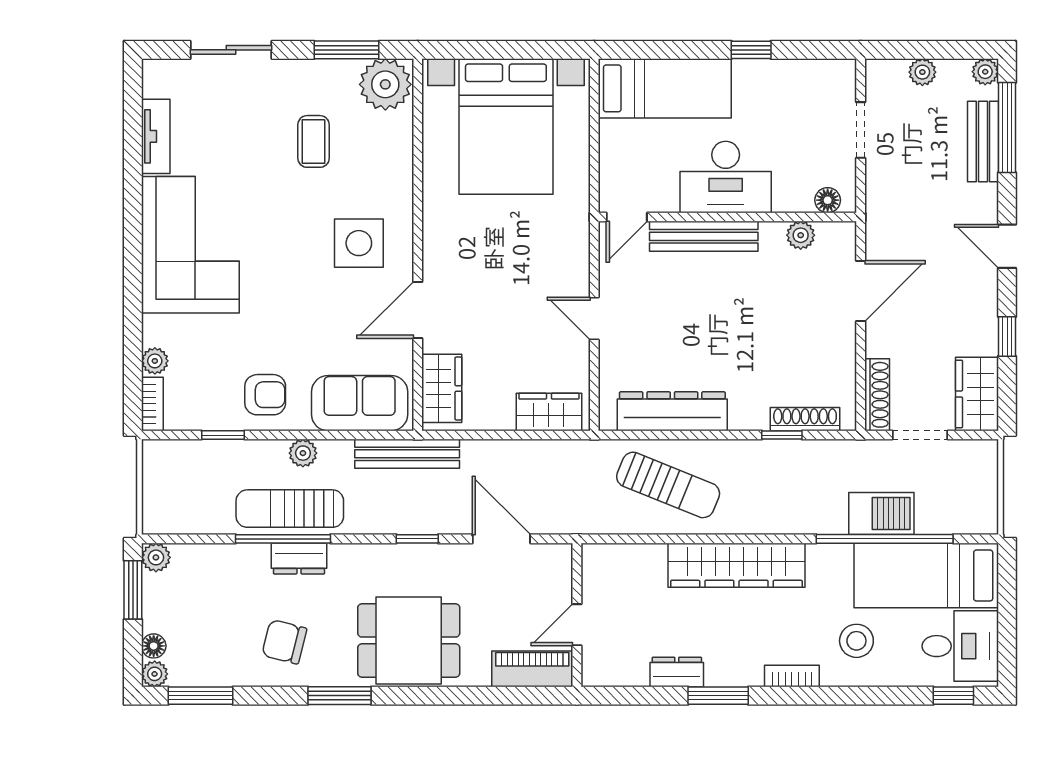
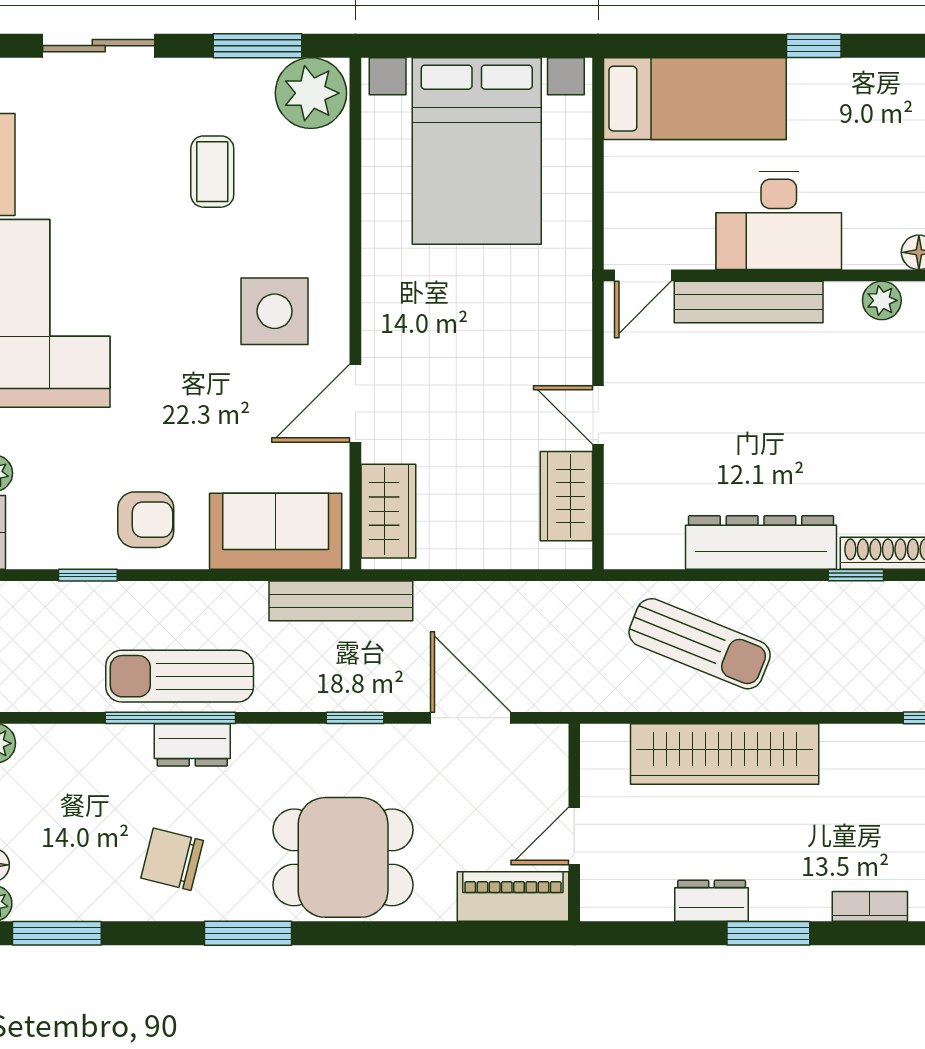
dresser: (672, 411) -> (761, 542), moved
wardrobe: (549, 412) -> (566, 496), moved, turned -90
plant: (303, 453) -> (198, 600), removed
wardrobe: (736, 565) -> (725, 754), moved

